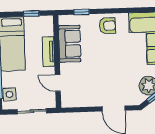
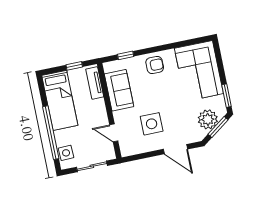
tv unit: (48, 52) -> (95, 83), moved
side table: (95, 81) -> (152, 124), added

